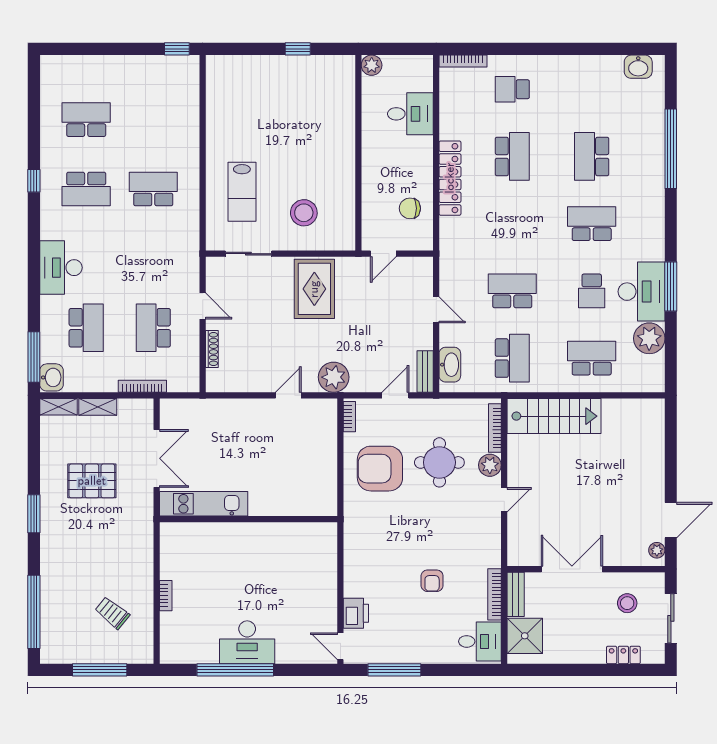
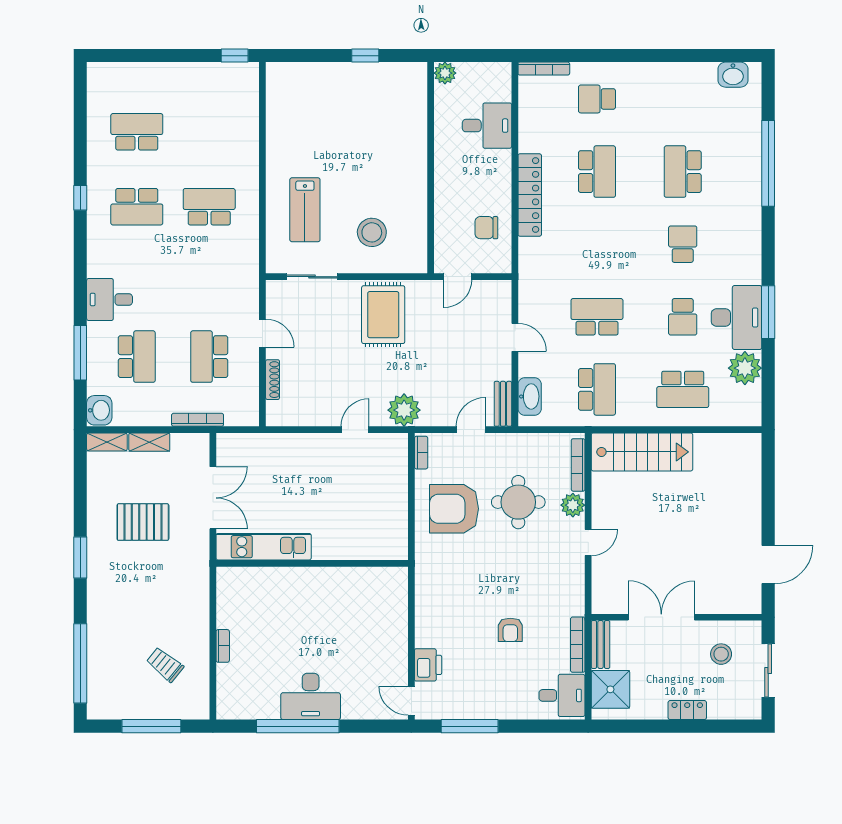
school desk: (592, 224) -> (683, 244), width x0.54
desk: (61, 268) -> (110, 300), width x0.73
window: (34, 357) -> (80, 353), moved
school desk: (592, 358) -> (683, 389), turned 180
plant: (657, 550) -> (753, 597), removed
locker: (623, 655) -> (687, 710), moved

